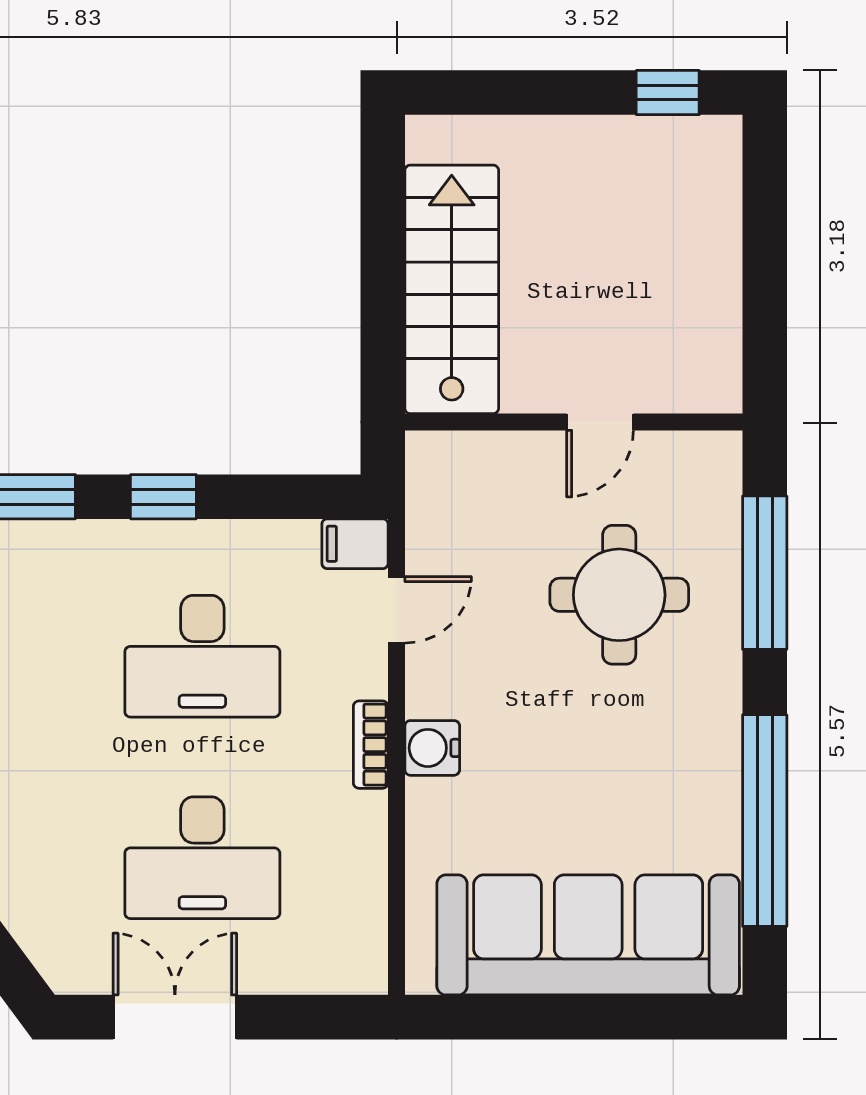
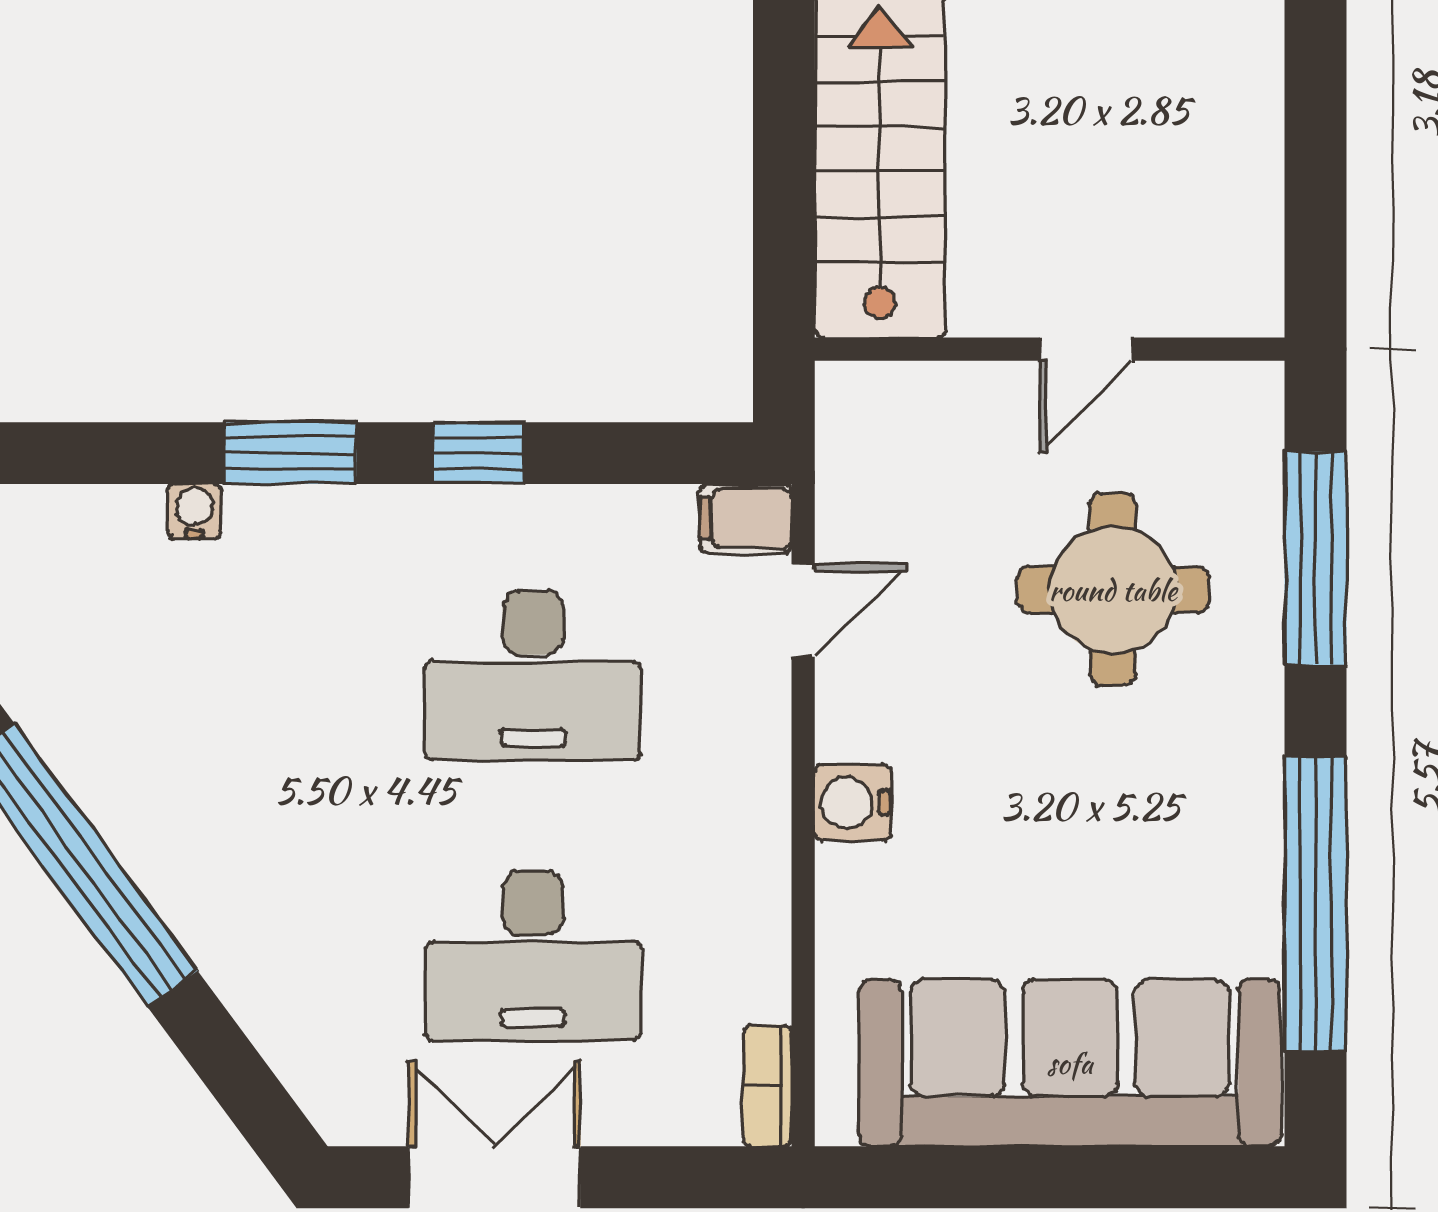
bookcase: (371, 745) -> (767, 1086), moved

